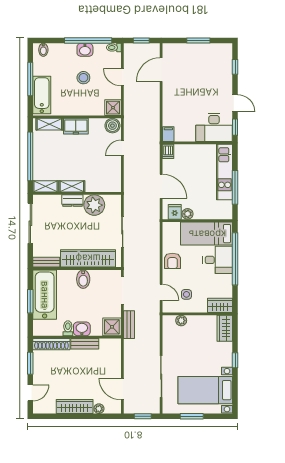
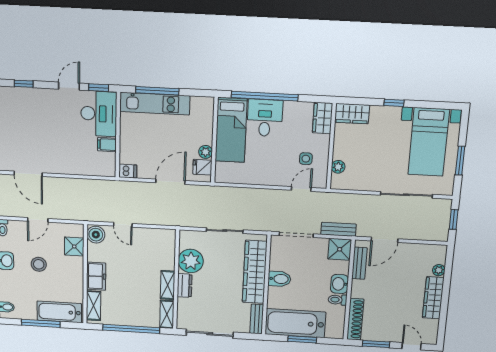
shower: (113, 108) -> (74, 246), moved
filing cabinet: (168, 134) -> (107, 145), moved
window: (235, 187) -> (157, 91), moved
armchair: (172, 261) -> (263, 173), removed
bench: (85, 344) -> (359, 263), moved
door: (122, 389) -> (385, 240), moved

